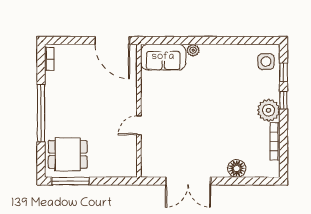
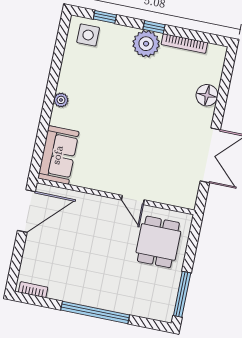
plant: (193, 50) -> (61, 100), moved
window: (283, 100) -> (154, 27), moved
dining table: (68, 154) -> (158, 242), moved

